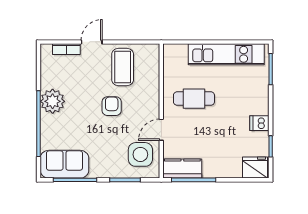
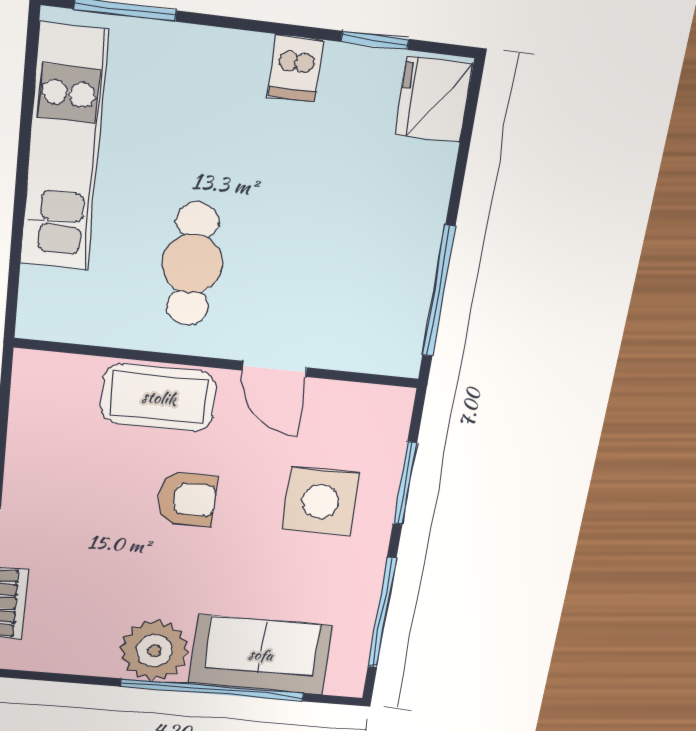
coffee table: (123, 67) -> (159, 398), moved
armchair: (112, 106) -> (187, 499), turned 180
side table: (140, 154) -> (321, 501), moved
sofa: (64, 164) -> (261, 655), moved, turned 90
kitchen counter: (182, 169) -> (399, 321), removed

